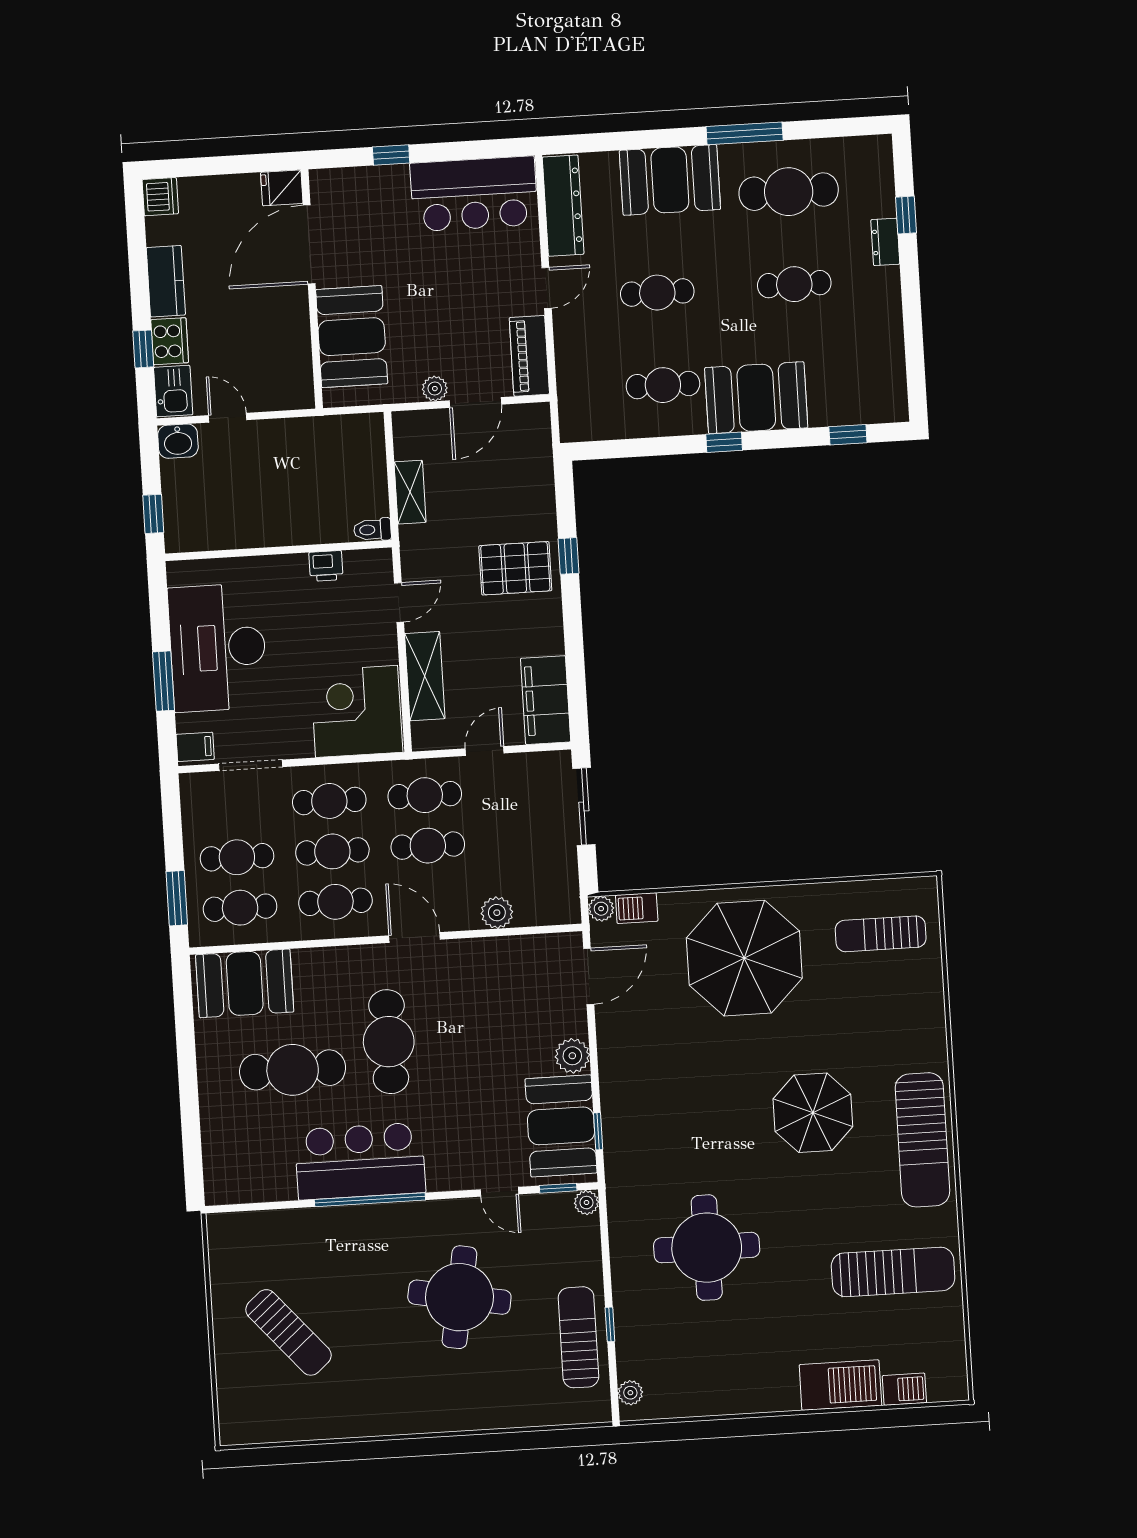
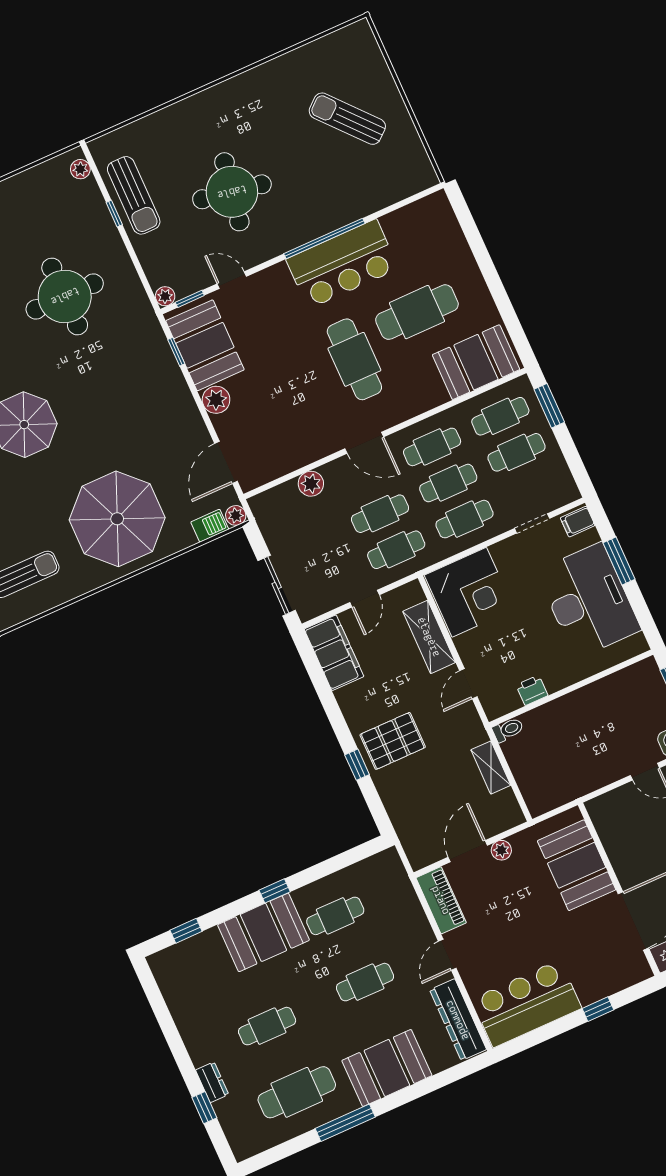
doorway: (250, 765) -> (532, 523), width x0.73

